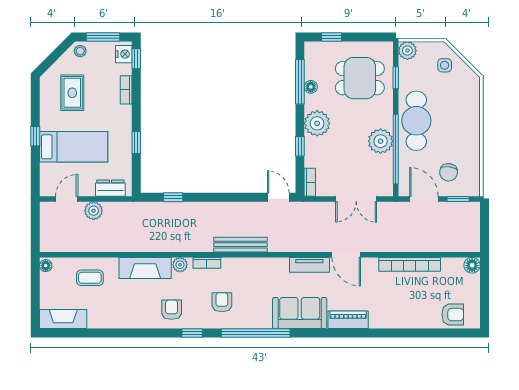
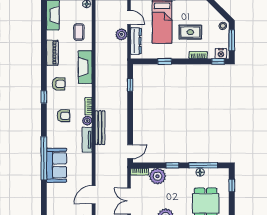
rug: (72, 93) -> (190, 32), moved
plant: (317, 123) -> (158, 176), moved
window: (300, 146) -> (172, 165), moved
dresser: (110, 188) -> (136, 41), width x1.44
plant: (180, 265) -> (87, 121), moved
tv unit: (309, 265) -> (87, 140), moved
piano: (348, 320) -> (52, 53), moved
window: (256, 333) -> (44, 158), moved

